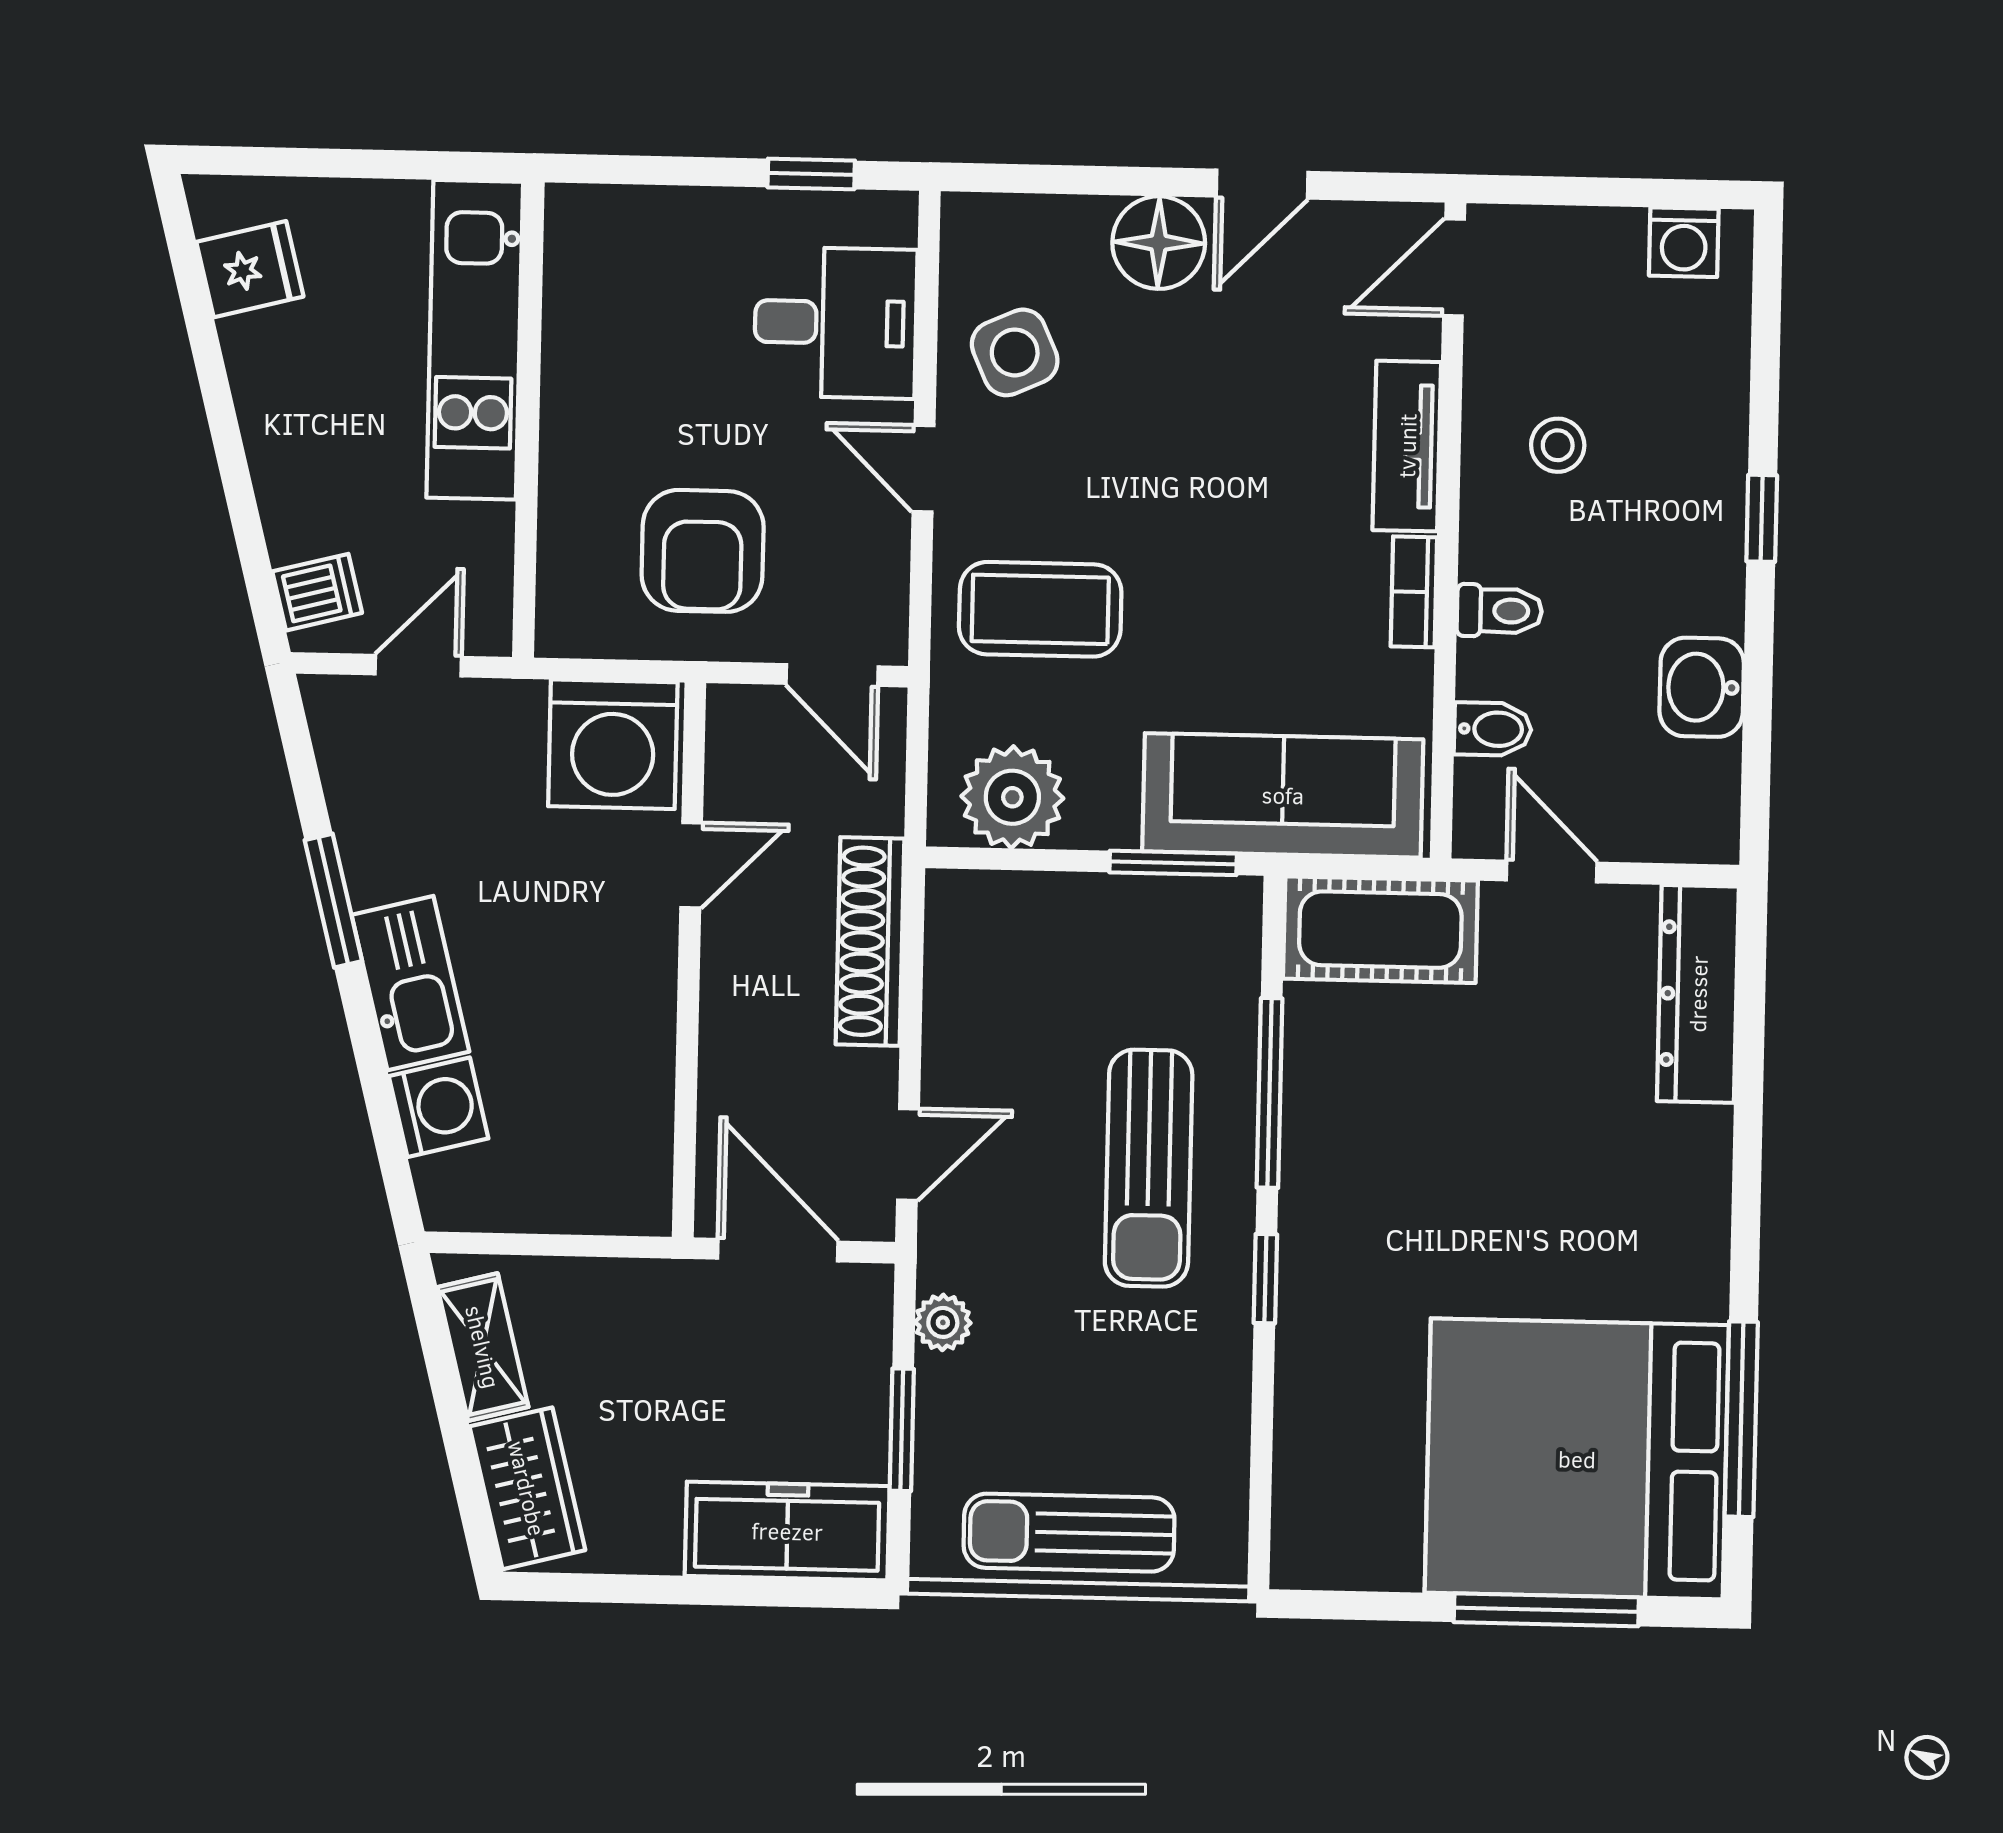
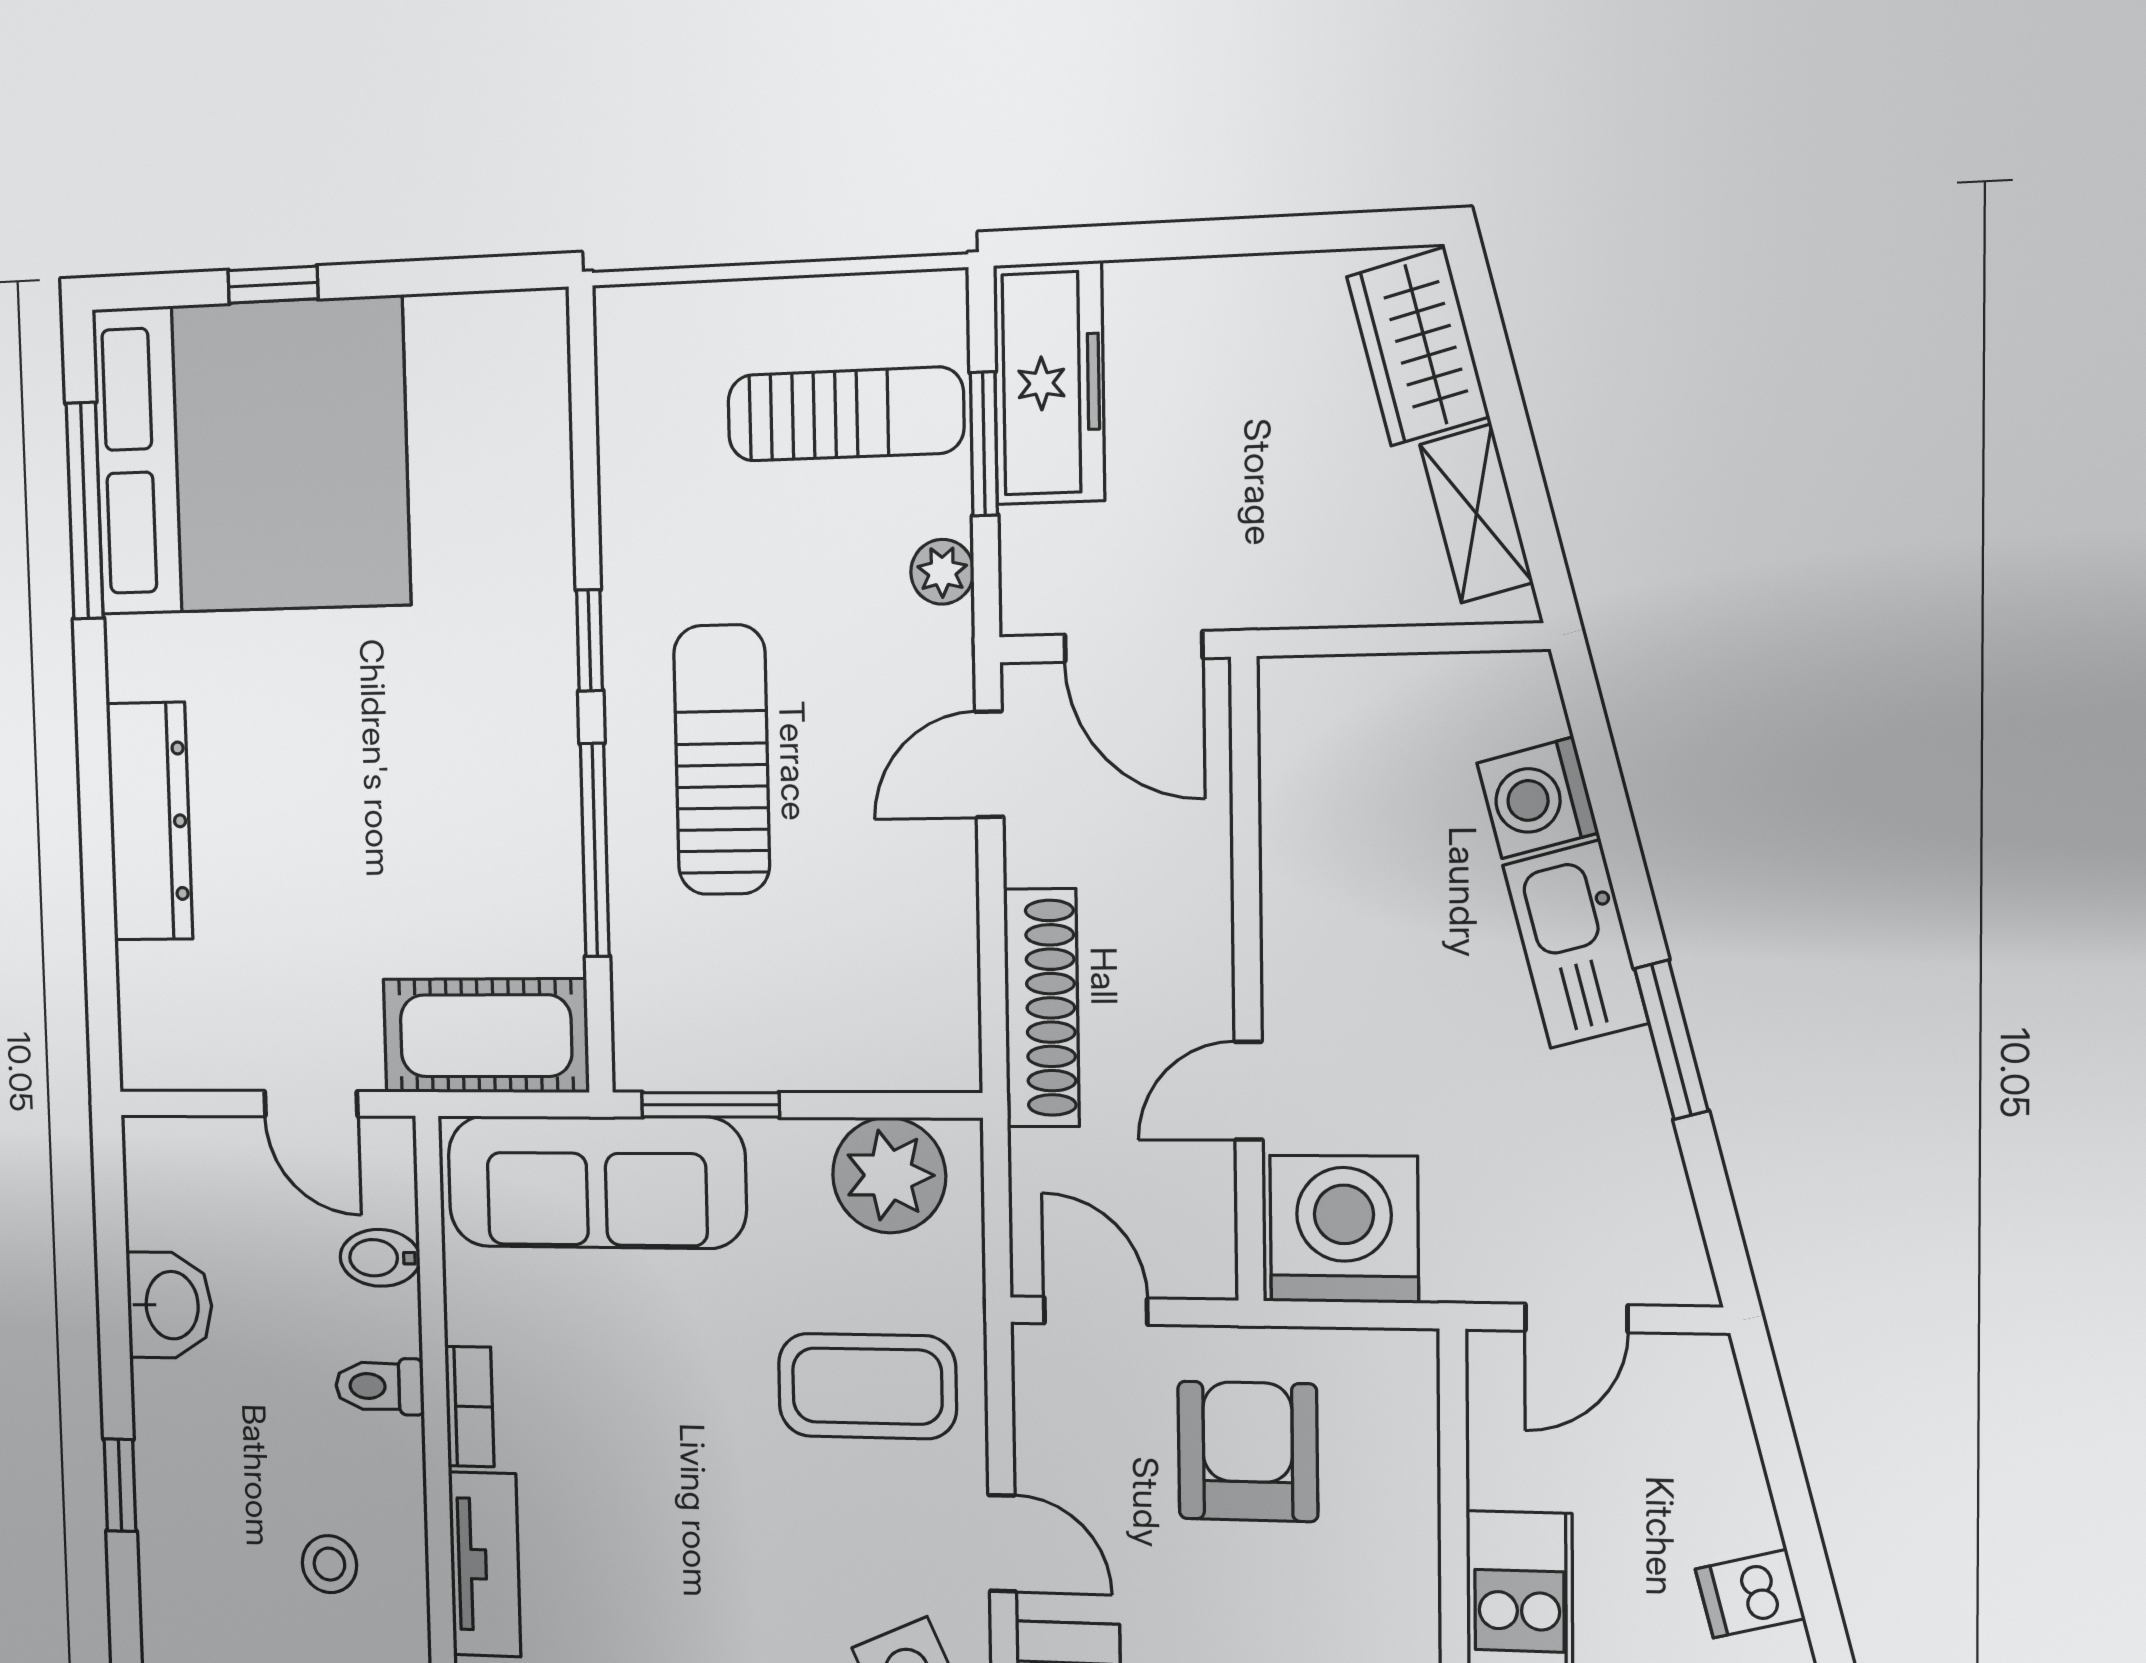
dishwasher: (317, 592) -> (1750, 1594), moved
dresser: (1698, 994) -> (149, 821), moved
freezer: (787, 1531) -> (1049, 383), moved, turned -90
sun lounger: (1069, 1533) -> (846, 414), moved
window: (1546, 1610) -> (273, 285), width x0.46

